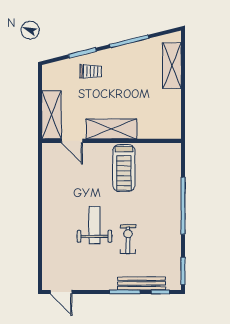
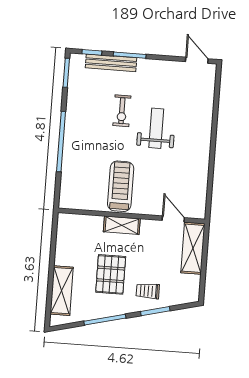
pallet: (127, 84) -> (111, 274), added
shelving: (112, 129) -> (122, 225), width x0.67, depth x0.75
weight bench: (94, 225) -> (156, 128), turned 180

